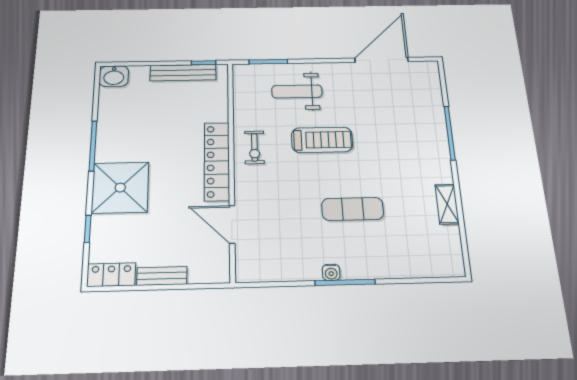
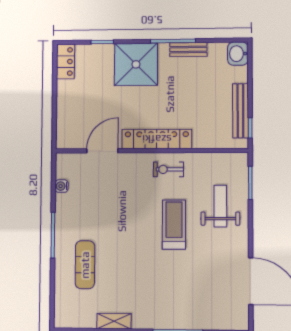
treadmill: (322, 140) -> (174, 225), turned 180
exercise mat: (353, 209) -> (85, 265), moved
water cooler: (331, 272) -> (62, 186), moved
bench: (162, 276) -> (188, 50), moved, turned 90

